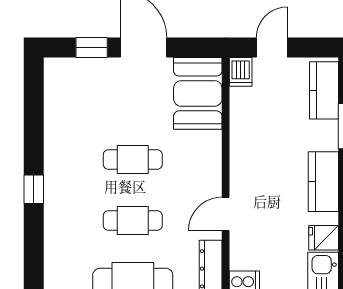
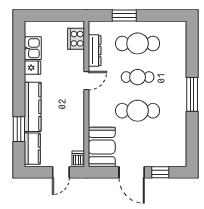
cafe table: (133, 159) -> (138, 111), width x1.37, depth x1.35
kitchen counter: (323, 182) -> (33, 107), width x1.50
window: (34, 189) -> (192, 94), width x2.17

